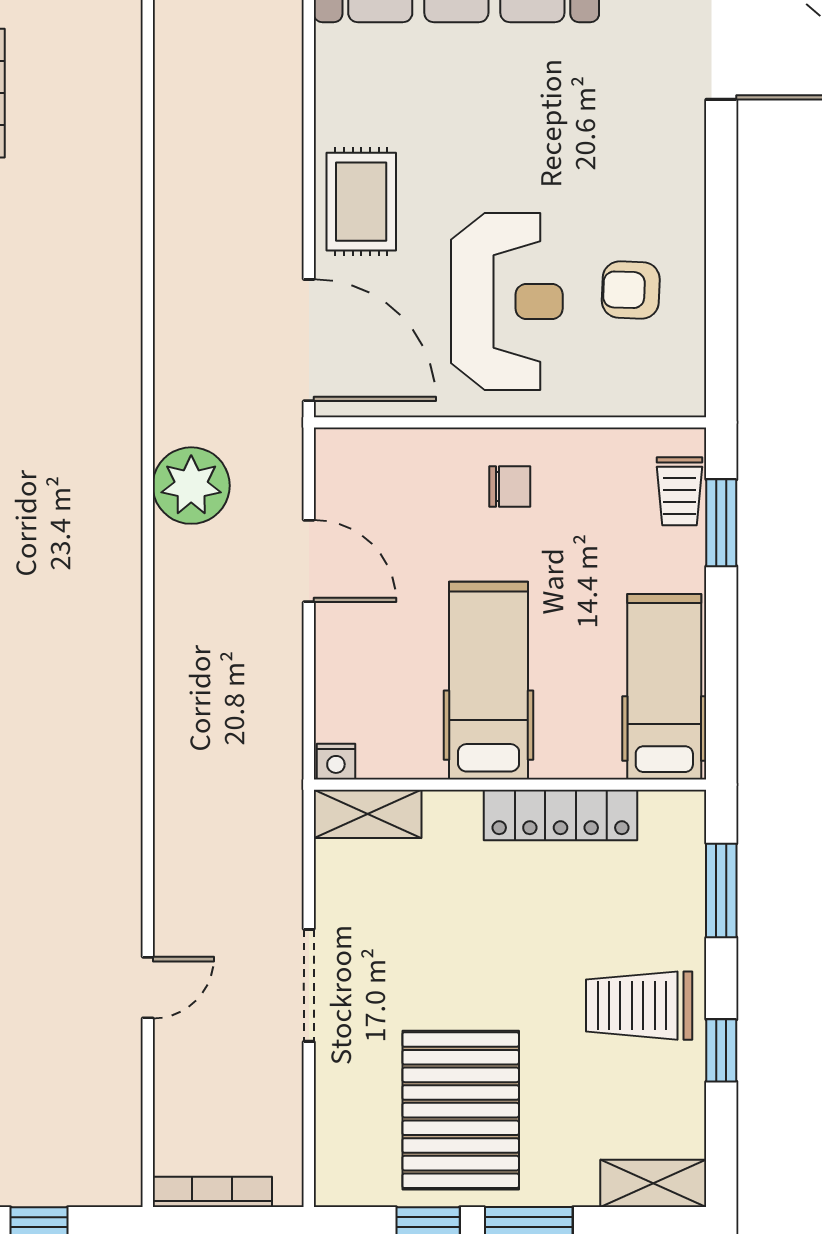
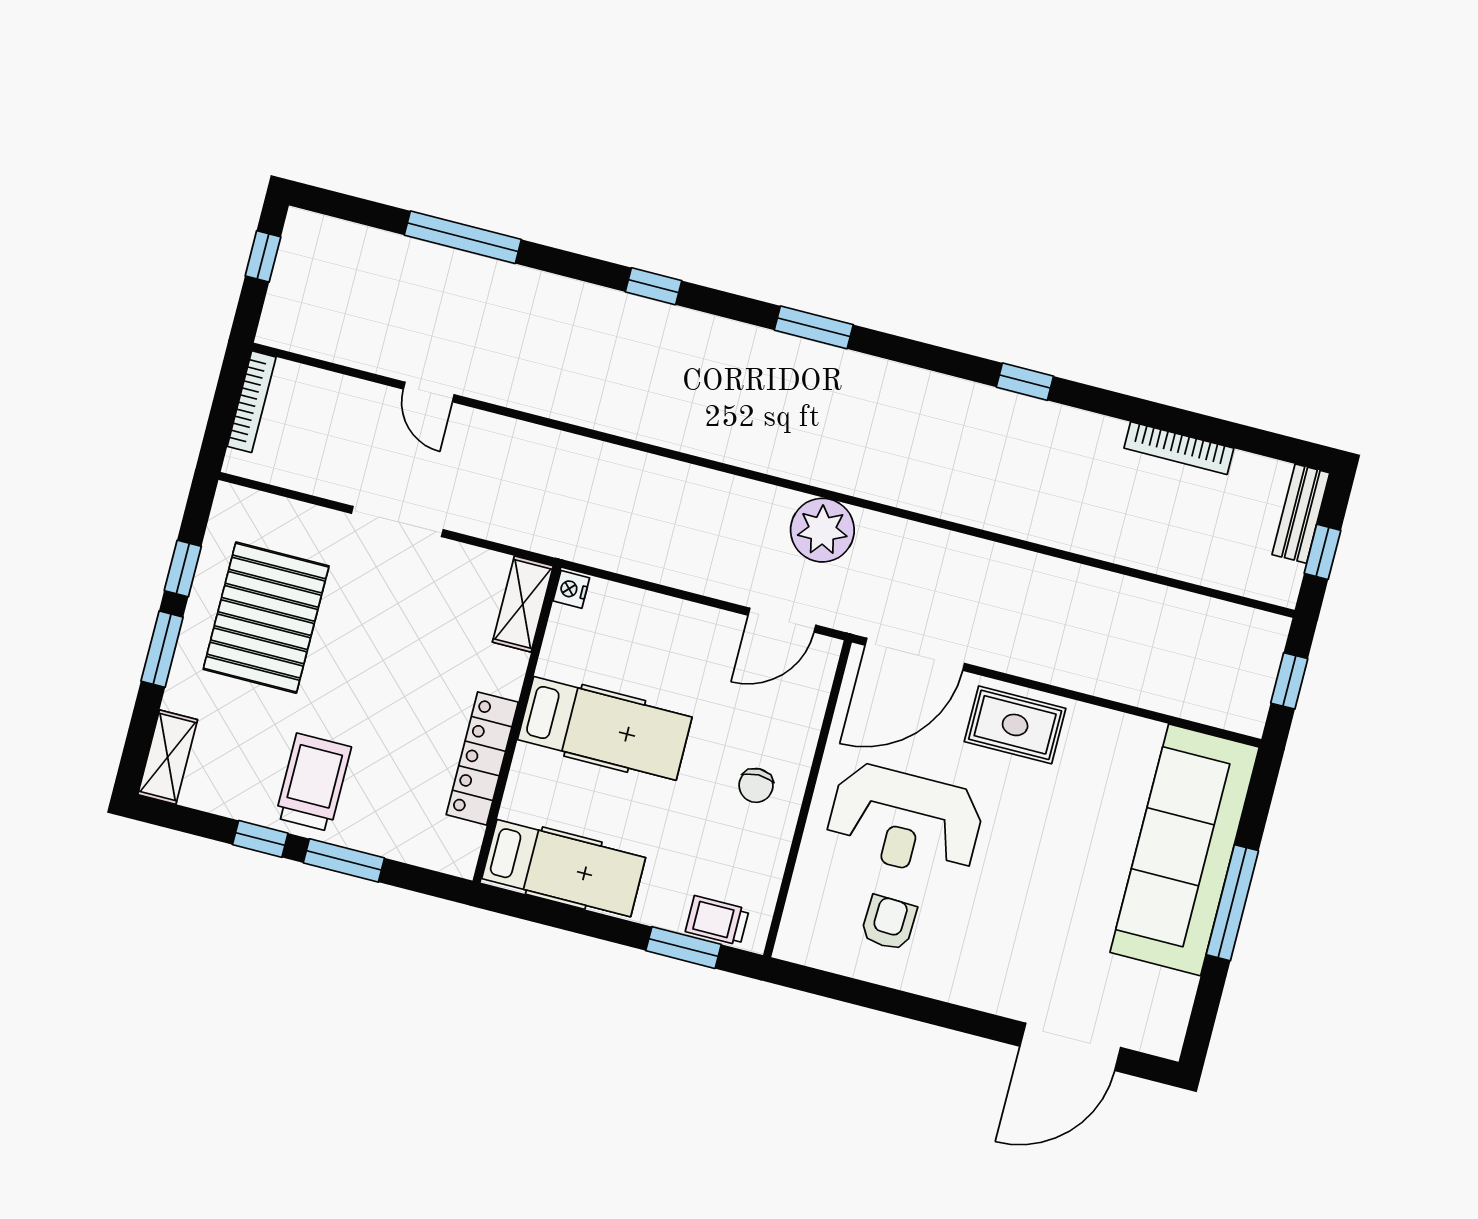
door: (309, 561) -> (782, 620), moved
window: (721, 890) -> (344, 860), moved
pallet: (461, 1110) -> (266, 618), turned 90

